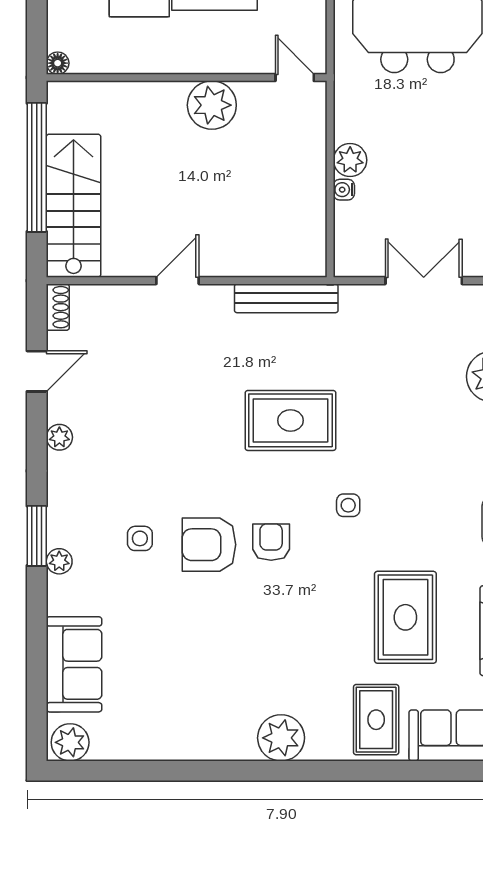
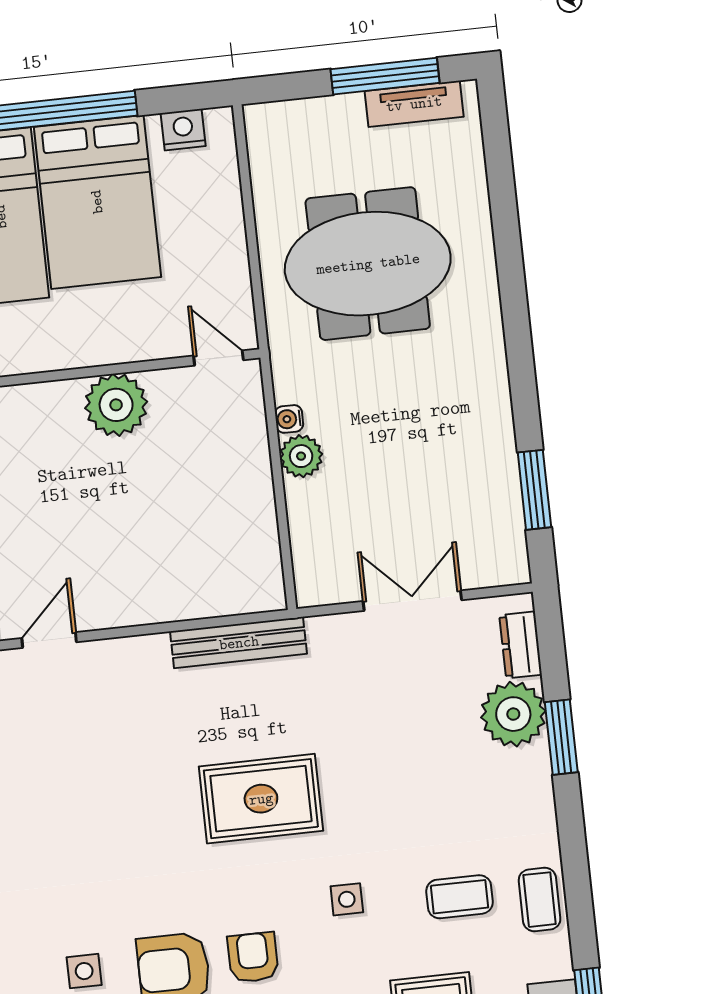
water cooler: (344, 190) -> (289, 419), moved
door: (178, 281) -> (49, 640), moved
coffee table: (435, 513) -> (459, 897), added

